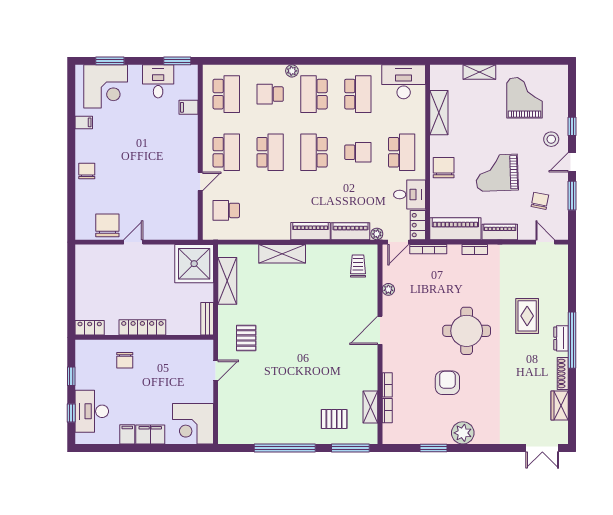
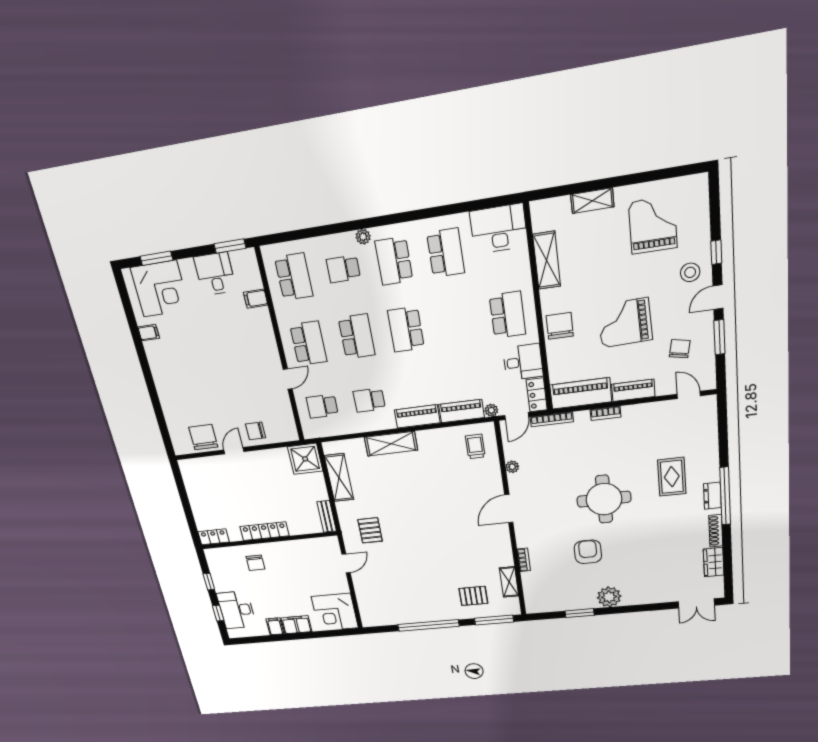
school desk: (358, 152) -> (369, 400), moved, turned 180
chair: (87, 171) -> (256, 431), moved, turned -90
shower: (194, 264) -> (305, 459), width x0.73, depth x0.73
bookcase: (387, 411) -> (527, 584), removed

